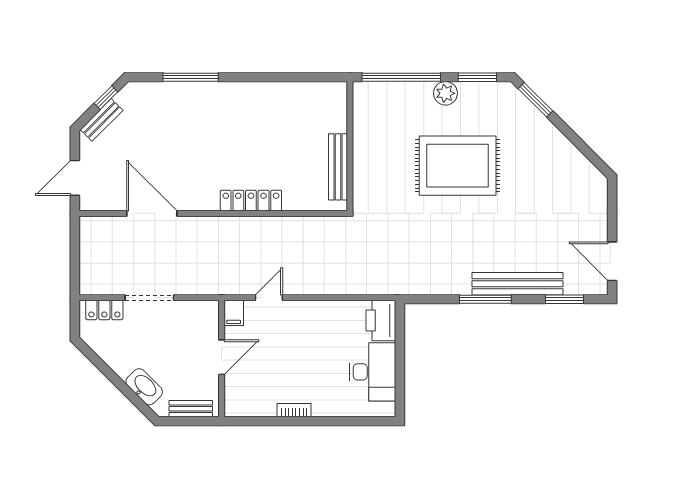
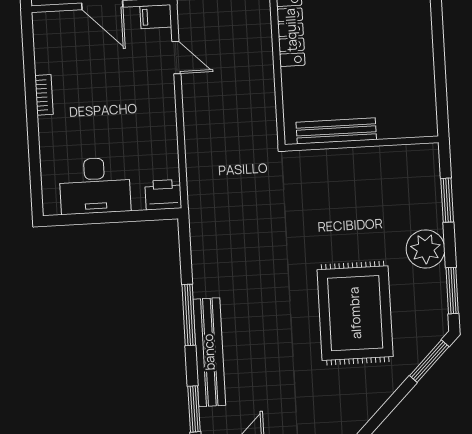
window: (401, 77) -> (447, 200), width x0.47
plant: (445, 93) -> (426, 249), width x1.36, depth x1.36
rug: (458, 166) -> (355, 313), moved
printer: (381, 321) -> (163, 195), width x0.73, depth x0.84

